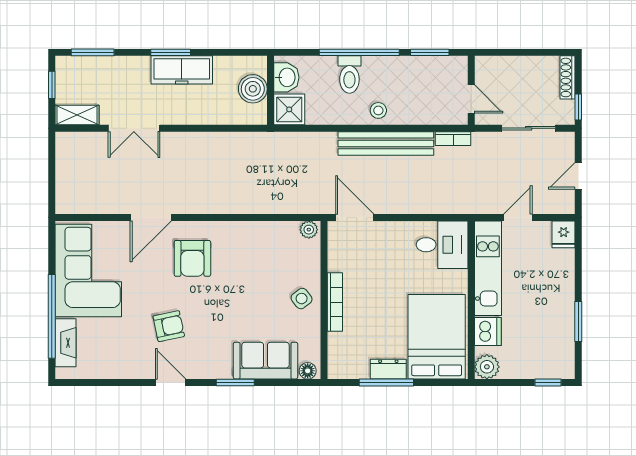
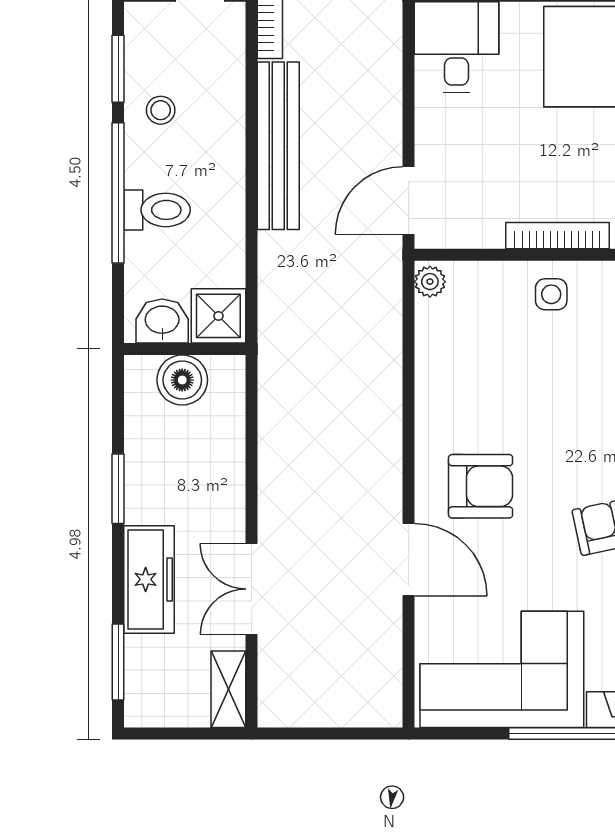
window: (171, 52) -> (118, 489), moved
freezer: (182, 70) -> (149, 579), moved
window: (52, 85) -> (175, 734), removed
stool: (378, 110) -> (161, 110), moved
double door: (134, 128) -> (252, 589), swing flipped
side table: (302, 299) -> (551, 294), turned 38

